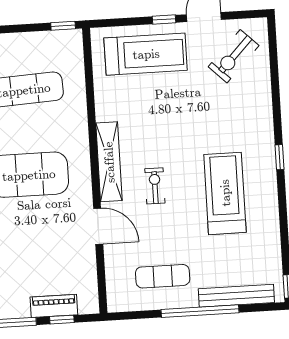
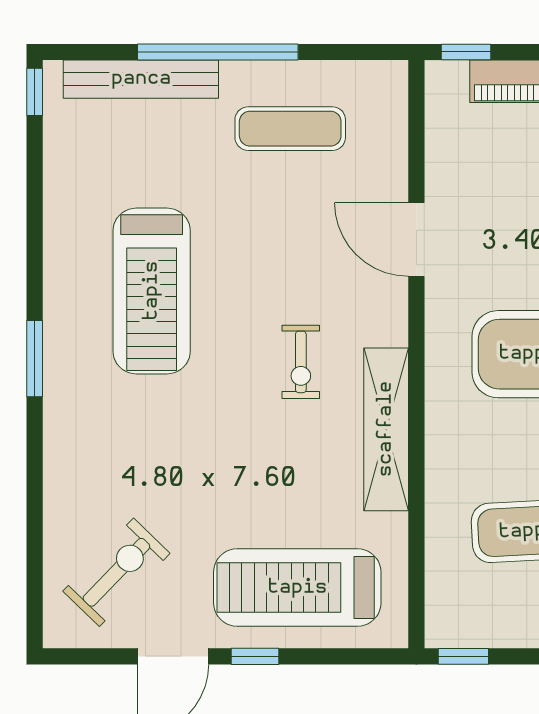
window: (280, 157) -> (35, 359), width x1.50
shelving: (109, 162) -> (386, 429), moved
exercise bike: (155, 186) -> (301, 362), moved
window: (62, 320) -> (466, 52), moved

